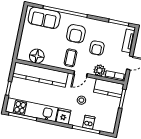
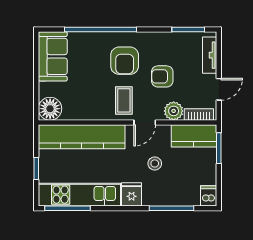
sofa: (44, 18) -> (53, 56), moved, turned -90
armchair: (97, 48) -> (162, 76), turned 90
floor lamp: (37, 56) -> (50, 109), moved
dishwasher: (89, 122) -> (209, 196), moved

